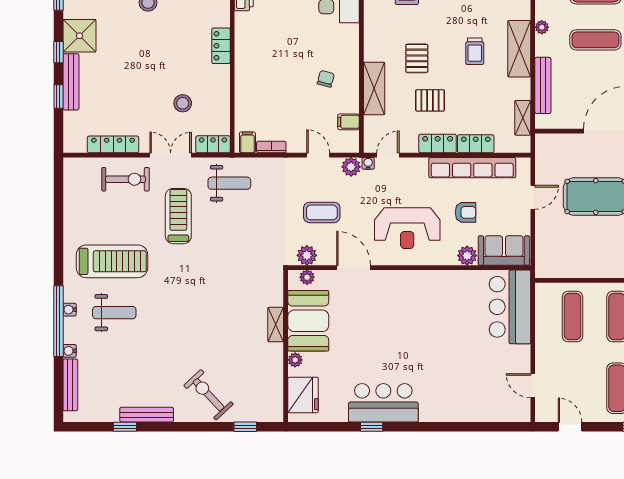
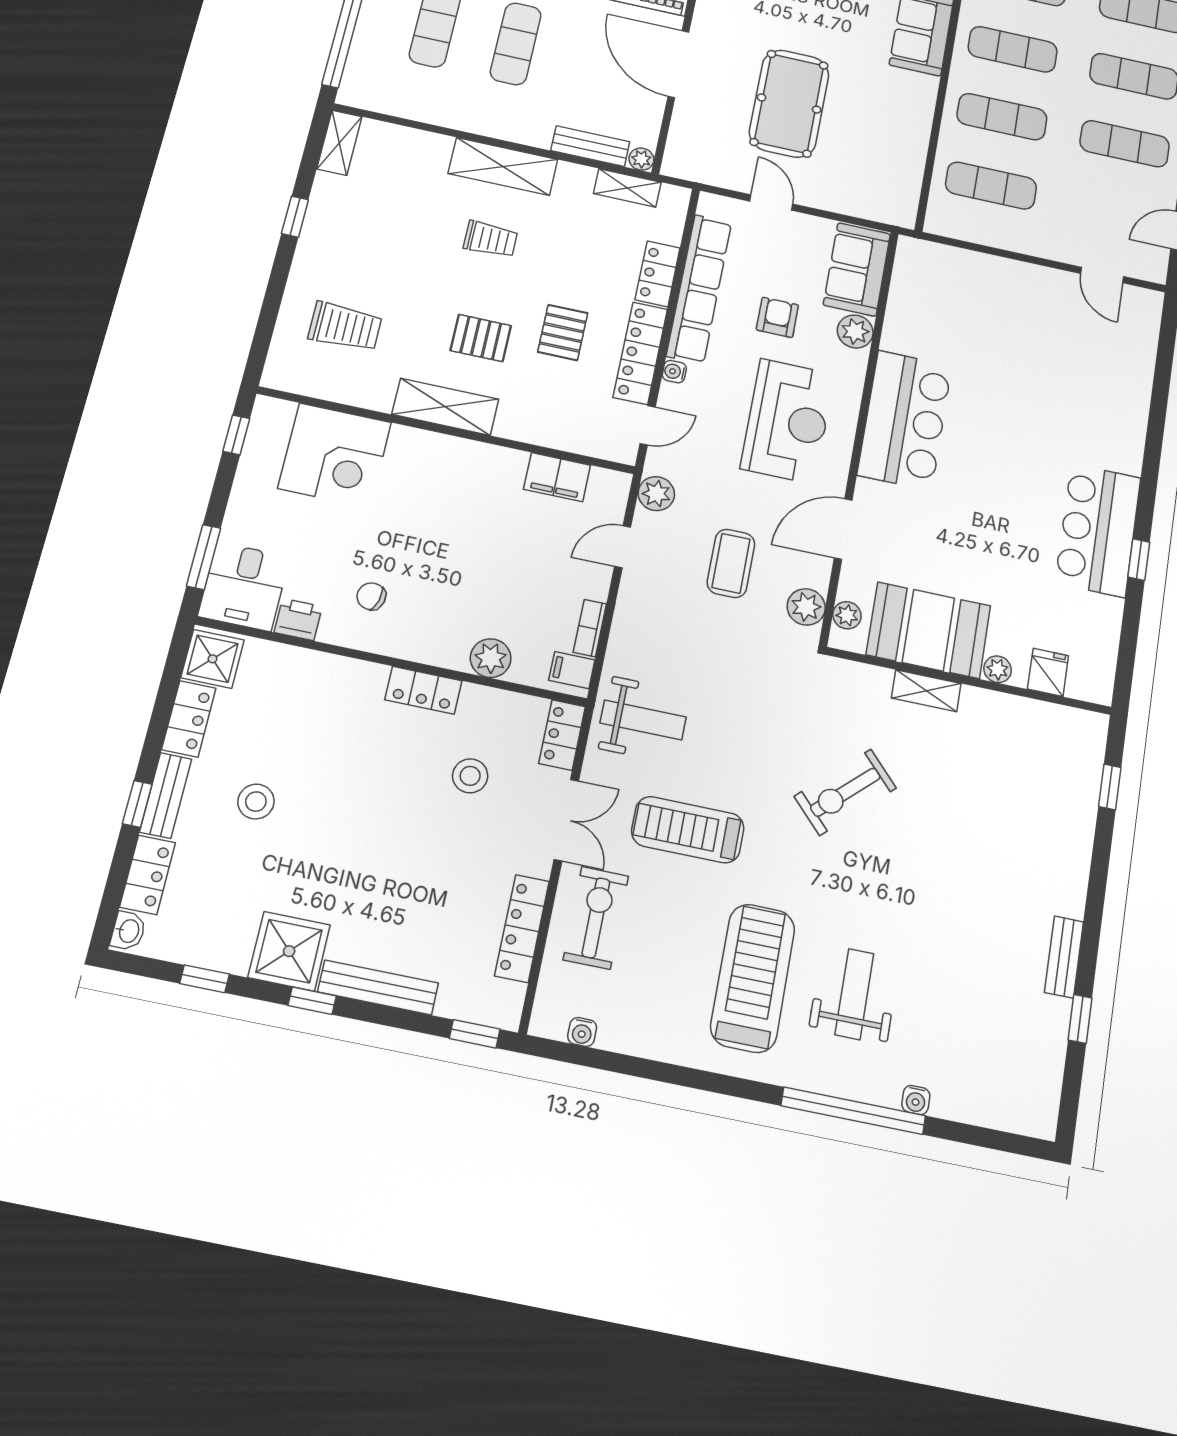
plant: (542, 27) -> (641, 159), moved
locker: (221, 46) -> (423, 690), moved
chair: (326, 79) -> (371, 596), moved
bench: (543, 85) -> (590, 146), width x0.73
shelving: (374, 89) -> (445, 407), moved
window: (58, 97) -> (475, 1034), moved
plant: (245, 100) -> (491, 658), added
filing cabinet: (349, 122) -> (557, 477), width x2.00
locker: (438, 143) -> (640, 353), width x1.53
double door: (171, 155) -> (566, 820), swing flipped
door: (388, 155) -> (648, 425), swing flipped
water cooler: (368, 163) -> (674, 372), moved
weight bench: (229, 183) -> (643, 720), turned 90
bar counter: (510, 307) -> (905, 420), moved, turned -90
water cooler: (70, 310) -> (582, 1032), moved
bench: (70, 385) -> (983, 1112), removed
door: (533, 386) -> (1102, 275), hinge flipped
exercise bike: (209, 395) -> (845, 792), moved
fridge: (303, 395) -> (1048, 672), width x0.53, depth x0.75
bench: (147, 415) -> (1064, 957), width x0.73

